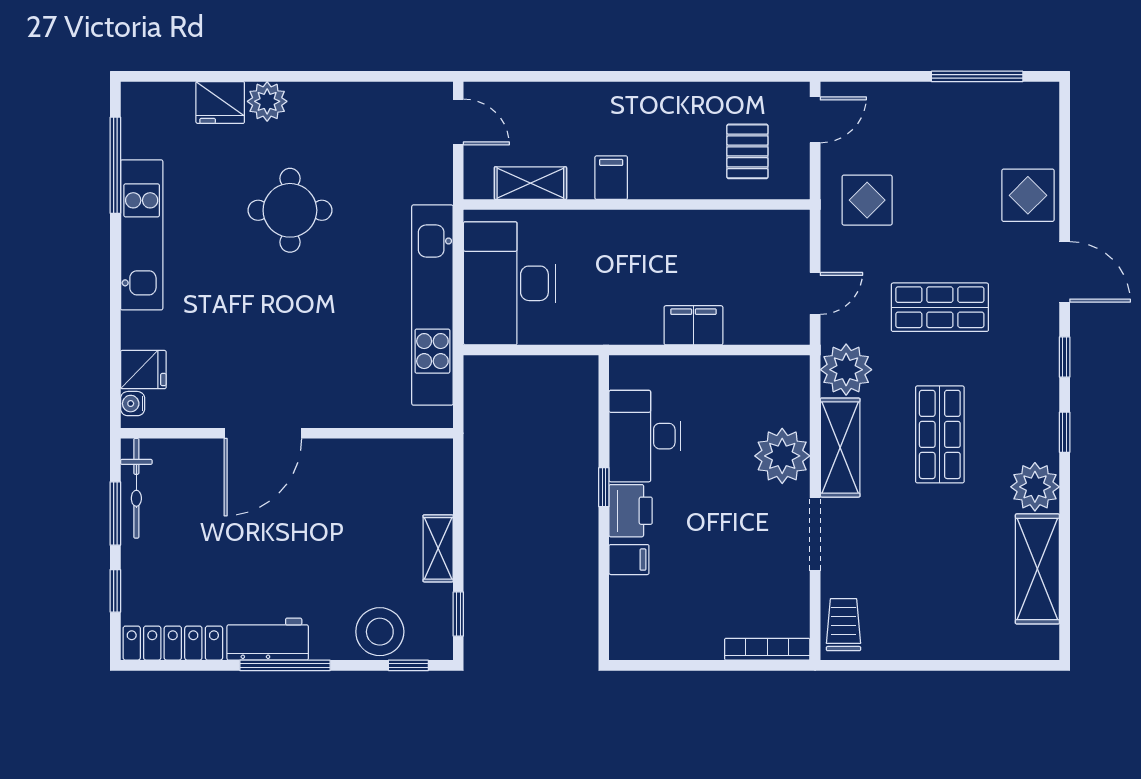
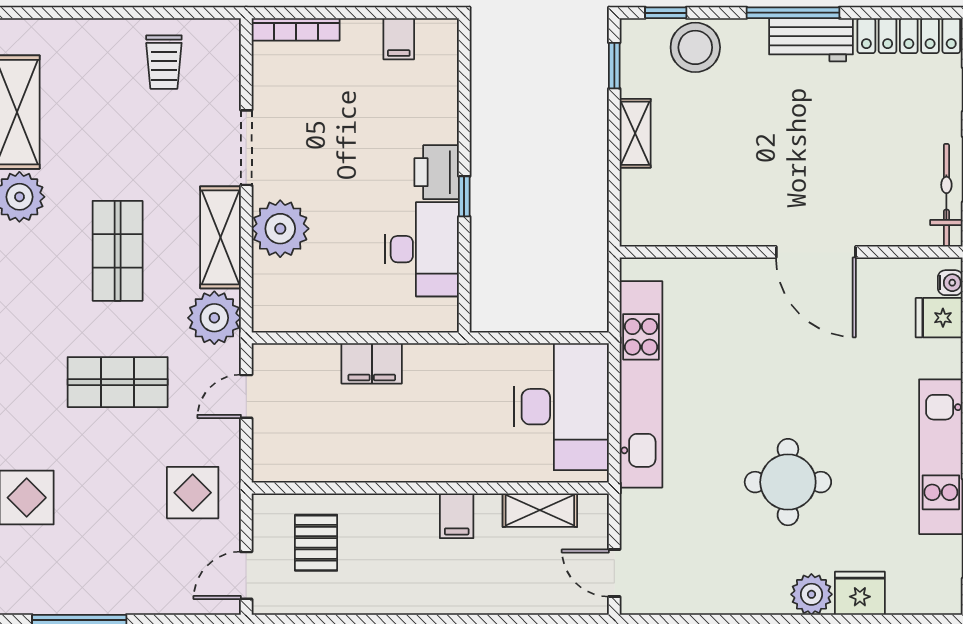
door: (263, 433) -> (816, 252), swing flipped
filing cabinet: (629, 560) -> (399, 39), moved, turned -90
trolley: (843, 625) -> (164, 62), moved

